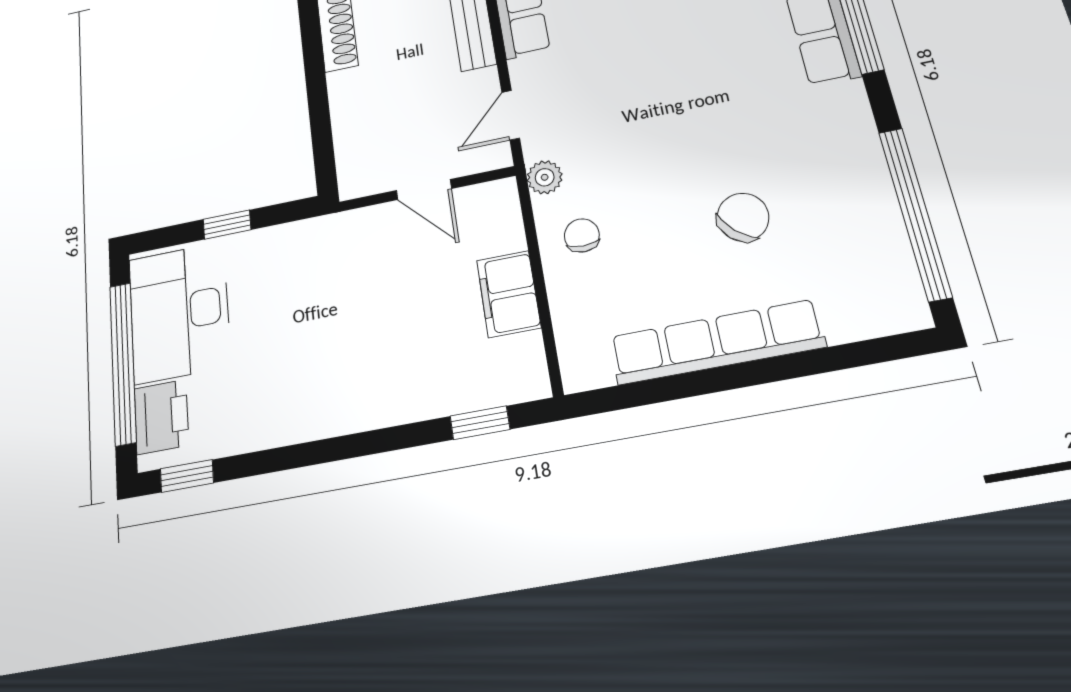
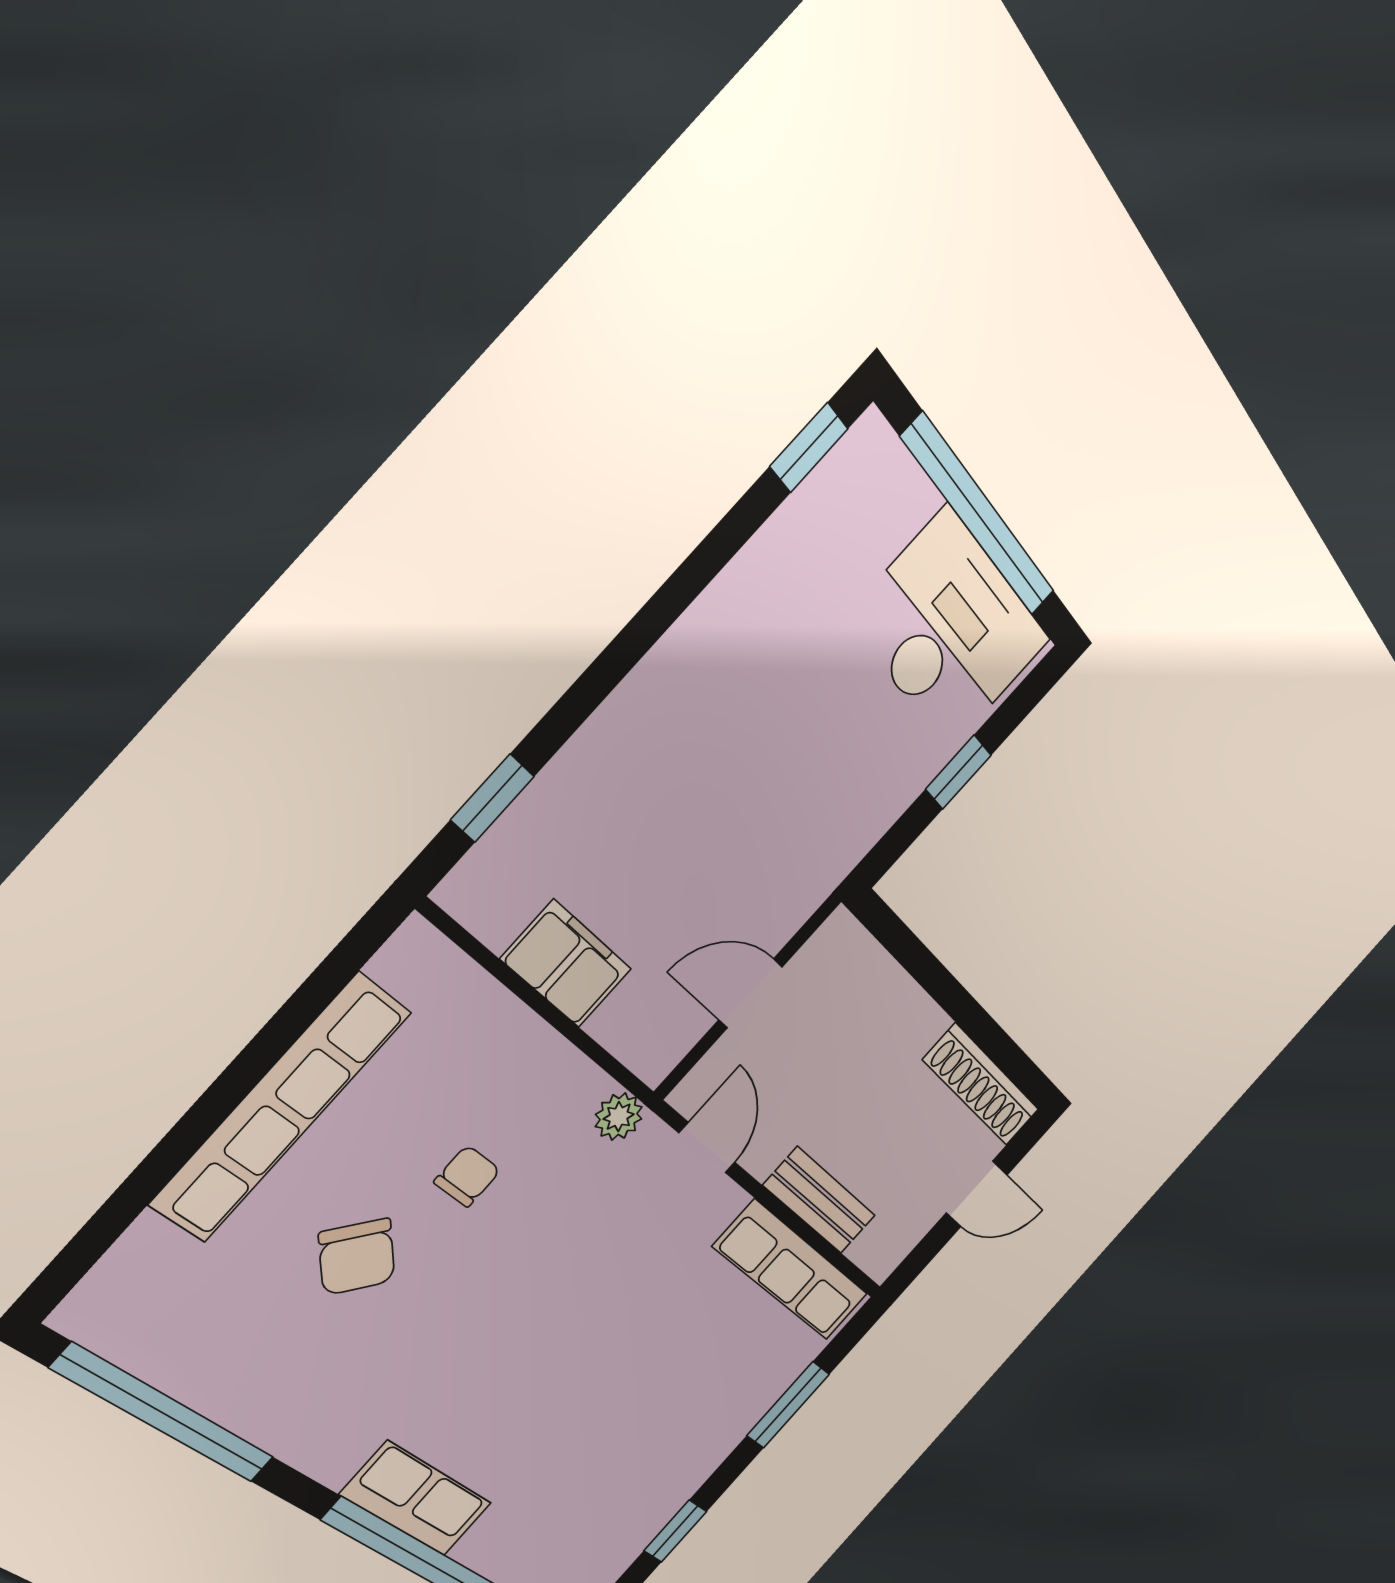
chair: (582, 235) -> (467, 1176), moved, turned -90
printer: (161, 417) -> (889, 492), removed

